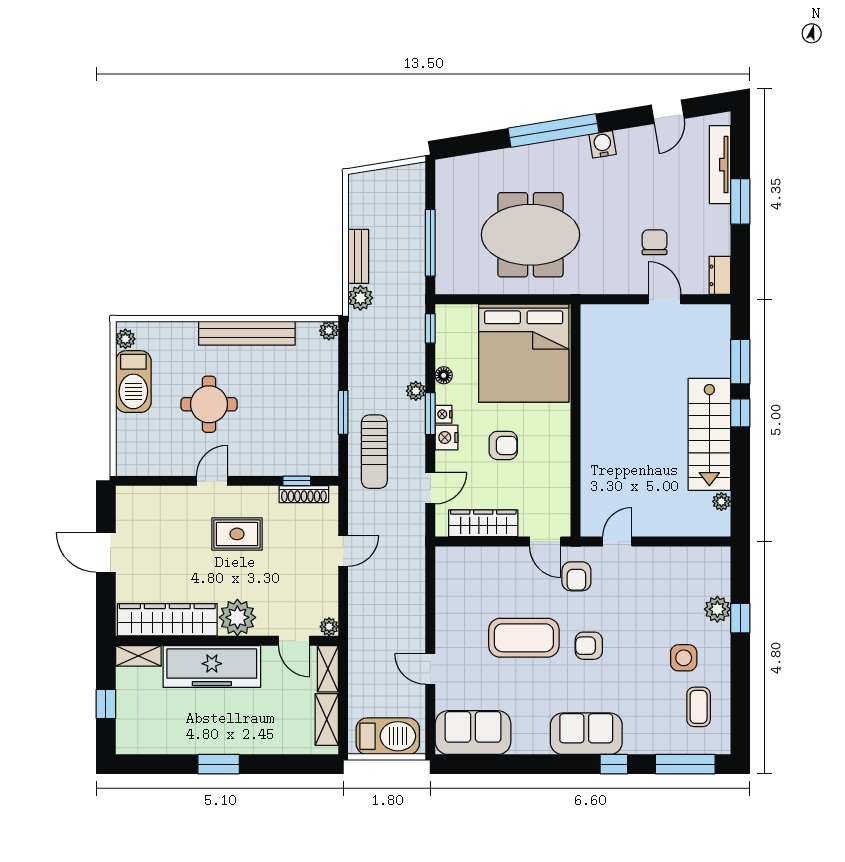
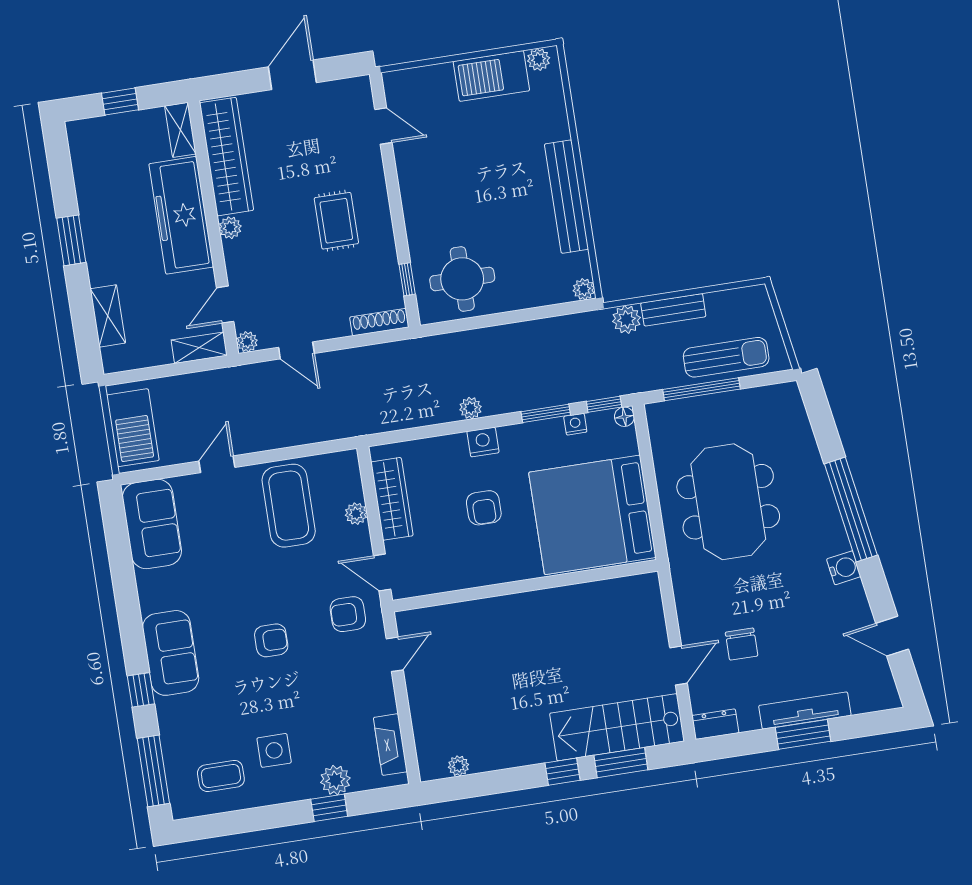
tv unit: (720, 165) -> (805, 710), moved
chair: (655, 242) -> (742, 644), turned 90
floor lamp: (444, 375) -> (624, 417), moved
plant: (416, 391) -> (470, 408), moved
round table: (209, 404) -> (462, 279), moved
window: (343, 412) -> (493, 320), removed
window: (430, 414) -> (546, 413), moved
nightstand: (444, 414) -> (575, 424), moved
stairs: (709, 434) -> (617, 727), moved
sun lounger: (374, 452) -> (726, 357), moved, turned 180
door: (212, 481) -> (383, 126), moved
door: (430, 488) -> (422, 432), removed
shoe rack: (304, 494) -> (379, 322), moved, turned 90
door: (545, 541) -> (382, 572), hinge flipped
door: (617, 541) -> (395, 654), hinge flipped
door: (343, 551) -> (296, 350), moved
plant: (491, 556) -> (356, 514), added
fireplace: (694, 557) -> (390, 745), added
plant: (237, 617) -> (230, 228), width x0.53, depth x0.53
coffee table: (524, 638) -> (289, 506), moved
armchair: (589, 646) -> (271, 640), turned 90
shelving: (327, 720) -> (108, 316), moved, turned 90

